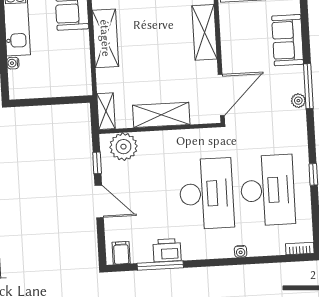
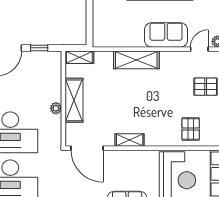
shelving: (205, 32) -> (130, 140), width x0.67, depth x0.75
plant: (123, 147) -> (56, 108), moved, width x0.53, depth x0.53

